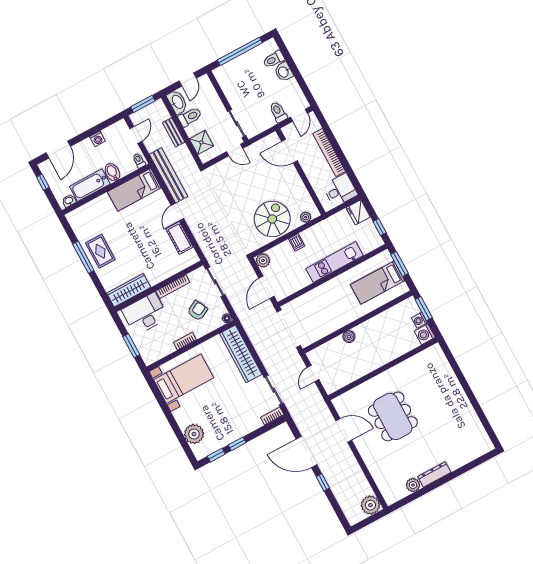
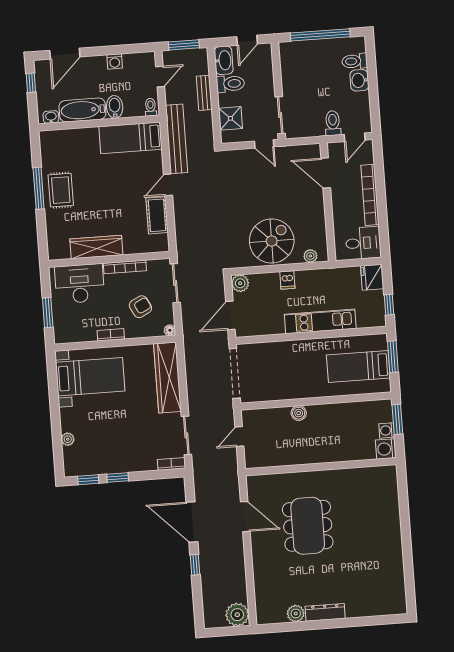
wardrobe: (129, 290) -> (96, 247), moved
plant: (194, 434) -> (68, 439), width x0.53, depth x0.53

